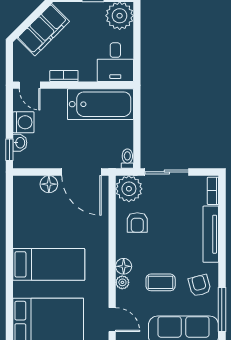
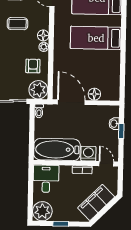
washing machine: (23, 122) -> (88, 154), moved, turned 90
window: (9, 150) -> (121, 131), moved
plant: (122, 282) -> (44, 47), moved

